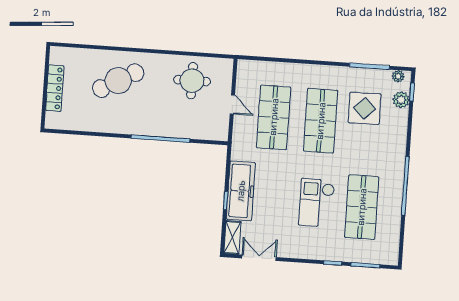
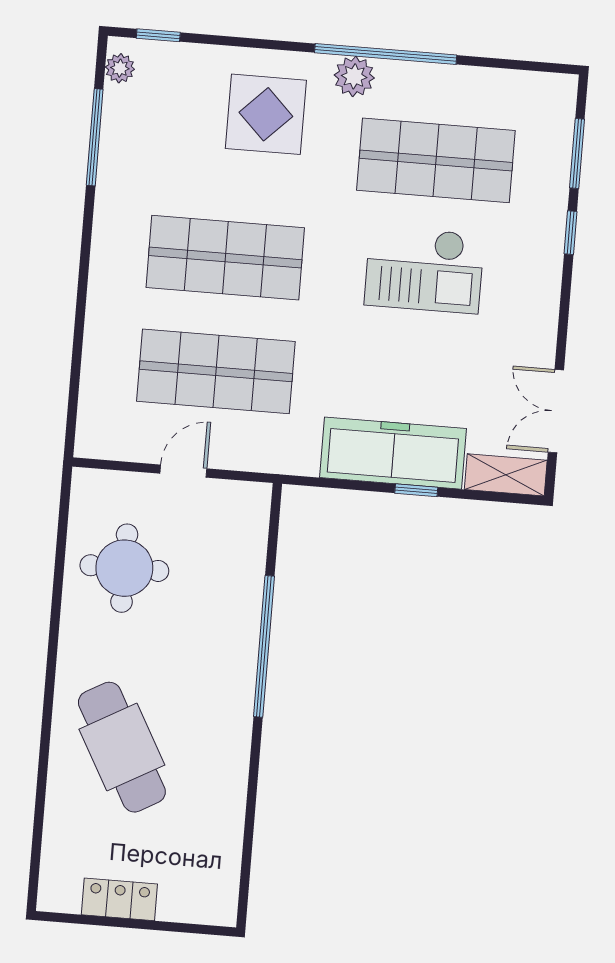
locker: (55, 88) -> (119, 899), width x0.66
plant: (401, 100) -> (354, 76), moved
display table: (365, 108) -> (266, 114), moved

